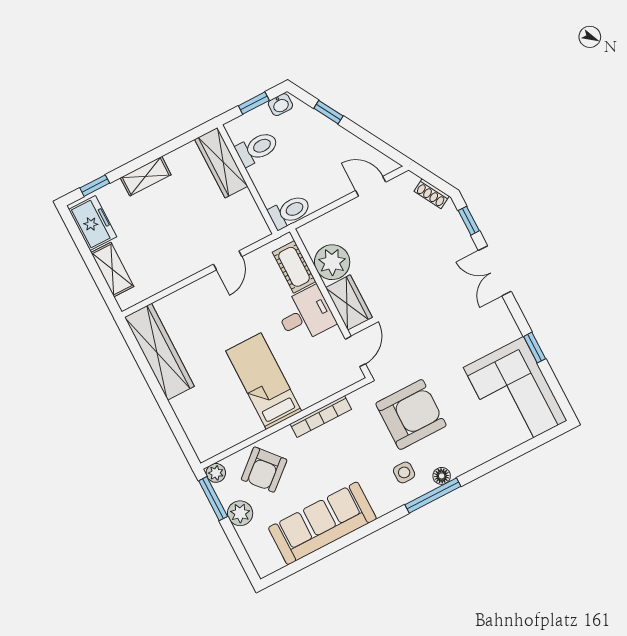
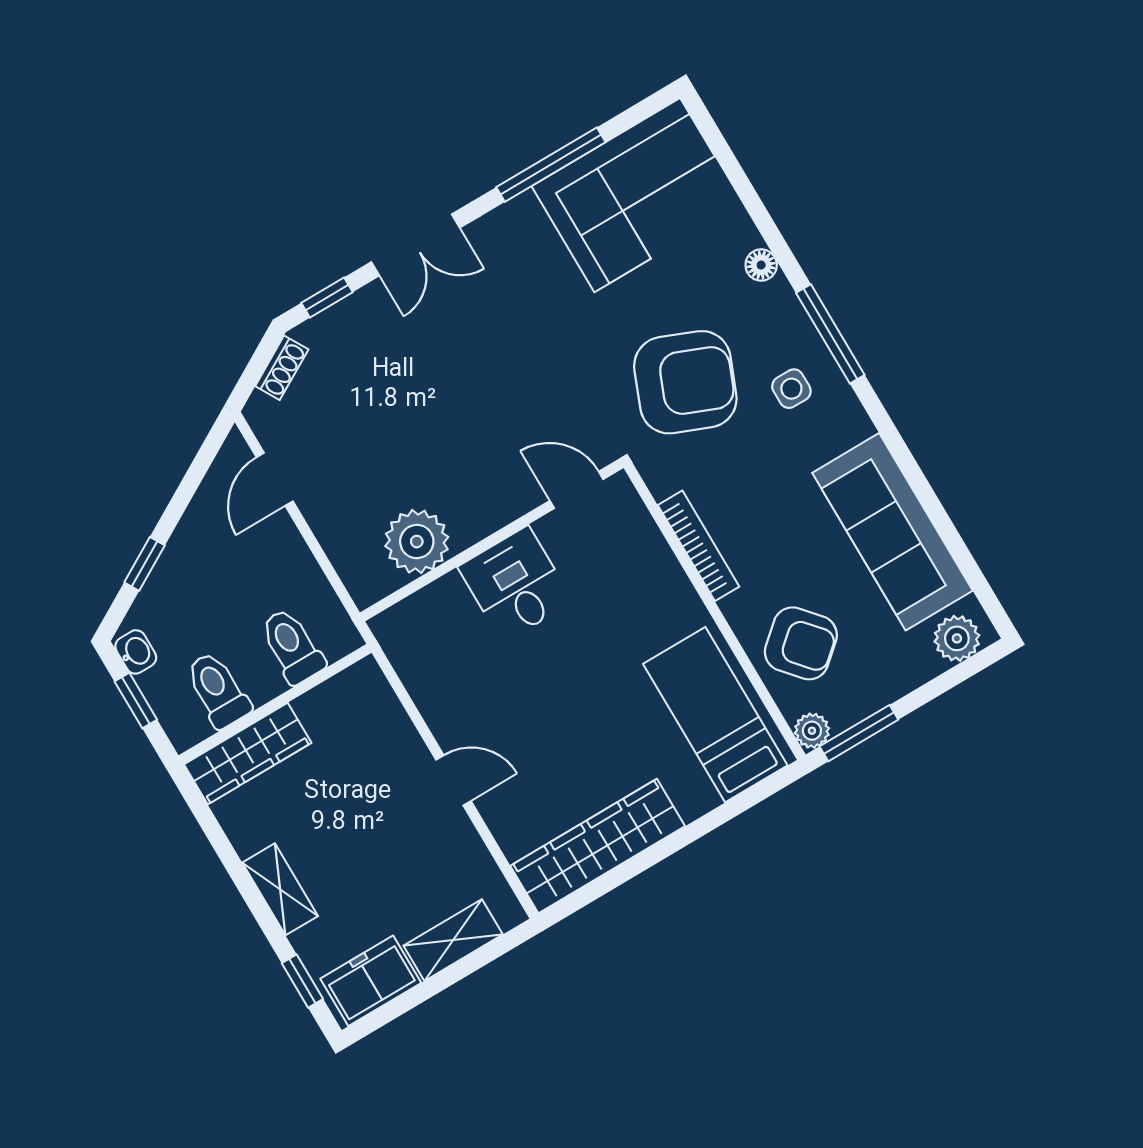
toilet: (290, 212) -> (292, 646), moved
door: (228, 260) -> (453, 780), moved
cot: (294, 267) -> (429, 610), removed
wardrobe: (349, 302) -> (488, 507), removed
window: (535, 348) -> (551, 165), width x2.17
bed: (264, 381) -> (715, 715), moved, turned 90
armchair: (411, 414) -> (685, 382), turned 112
floor lamp: (442, 476) -> (761, 265), moved
plant: (240, 513) -> (957, 638), moved

